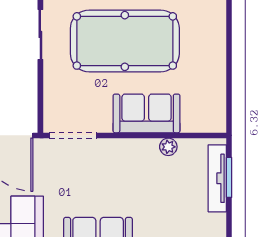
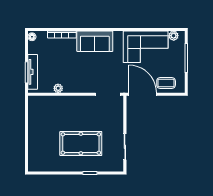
pool table: (125, 41) -> (81, 144), width x0.73, depth x0.76
sofa: (147, 113) -> (70, 106), removed

